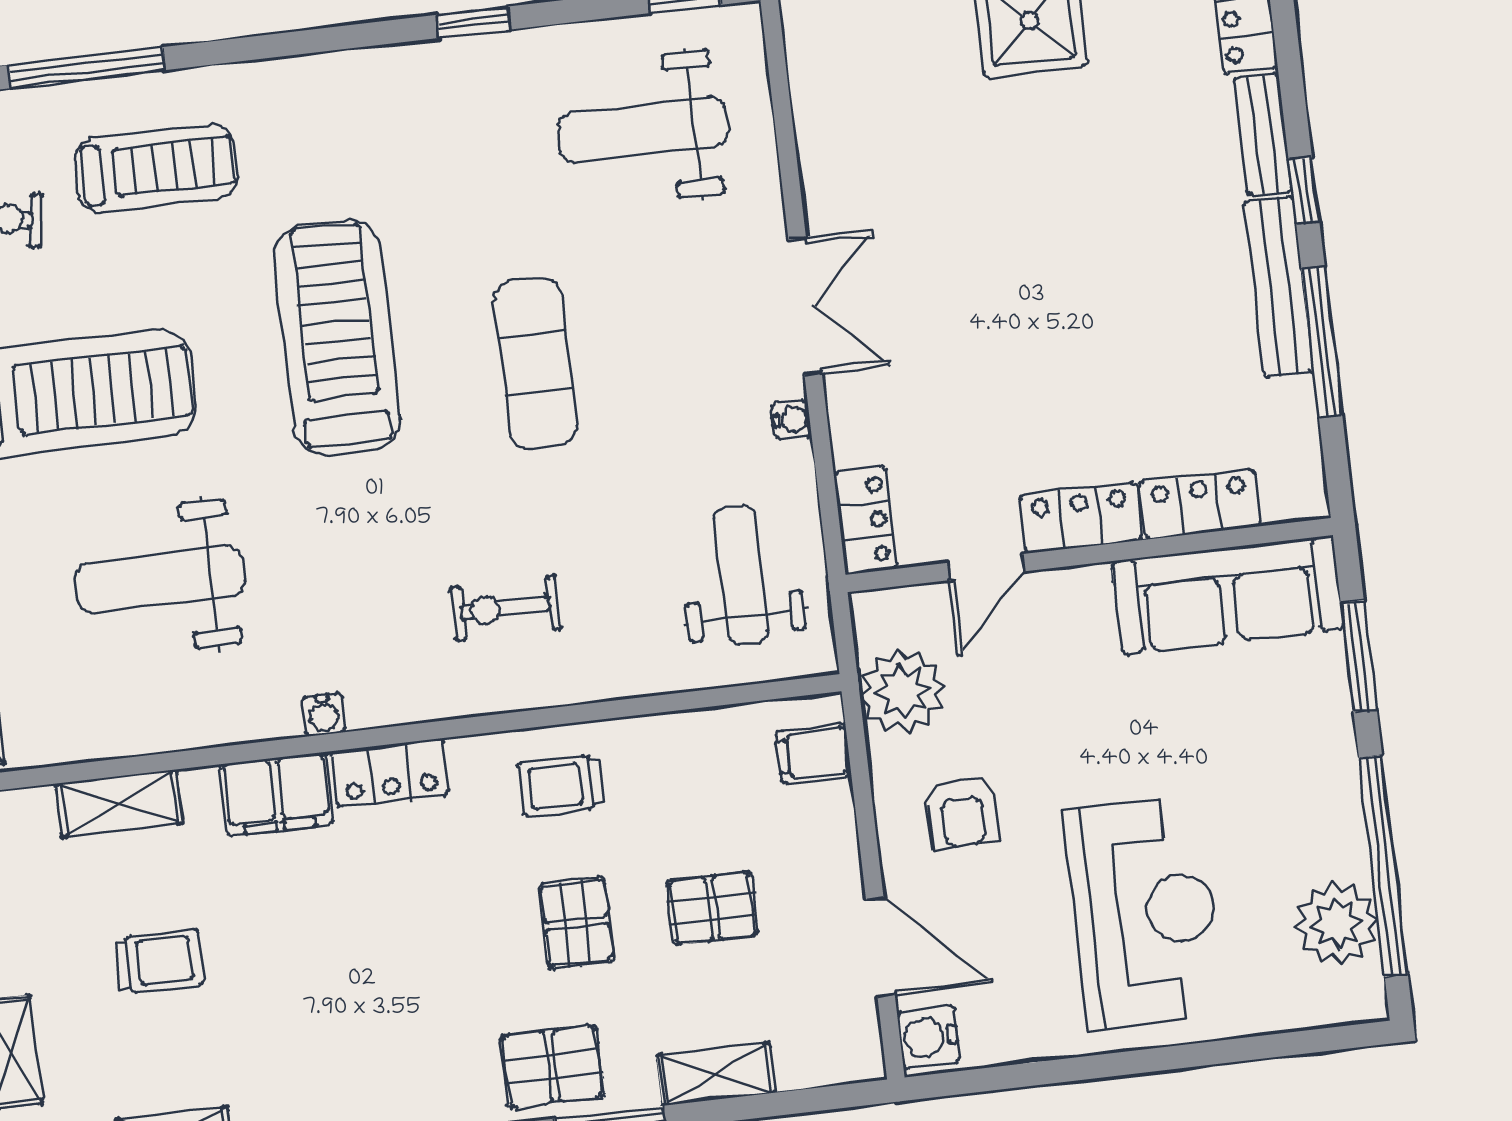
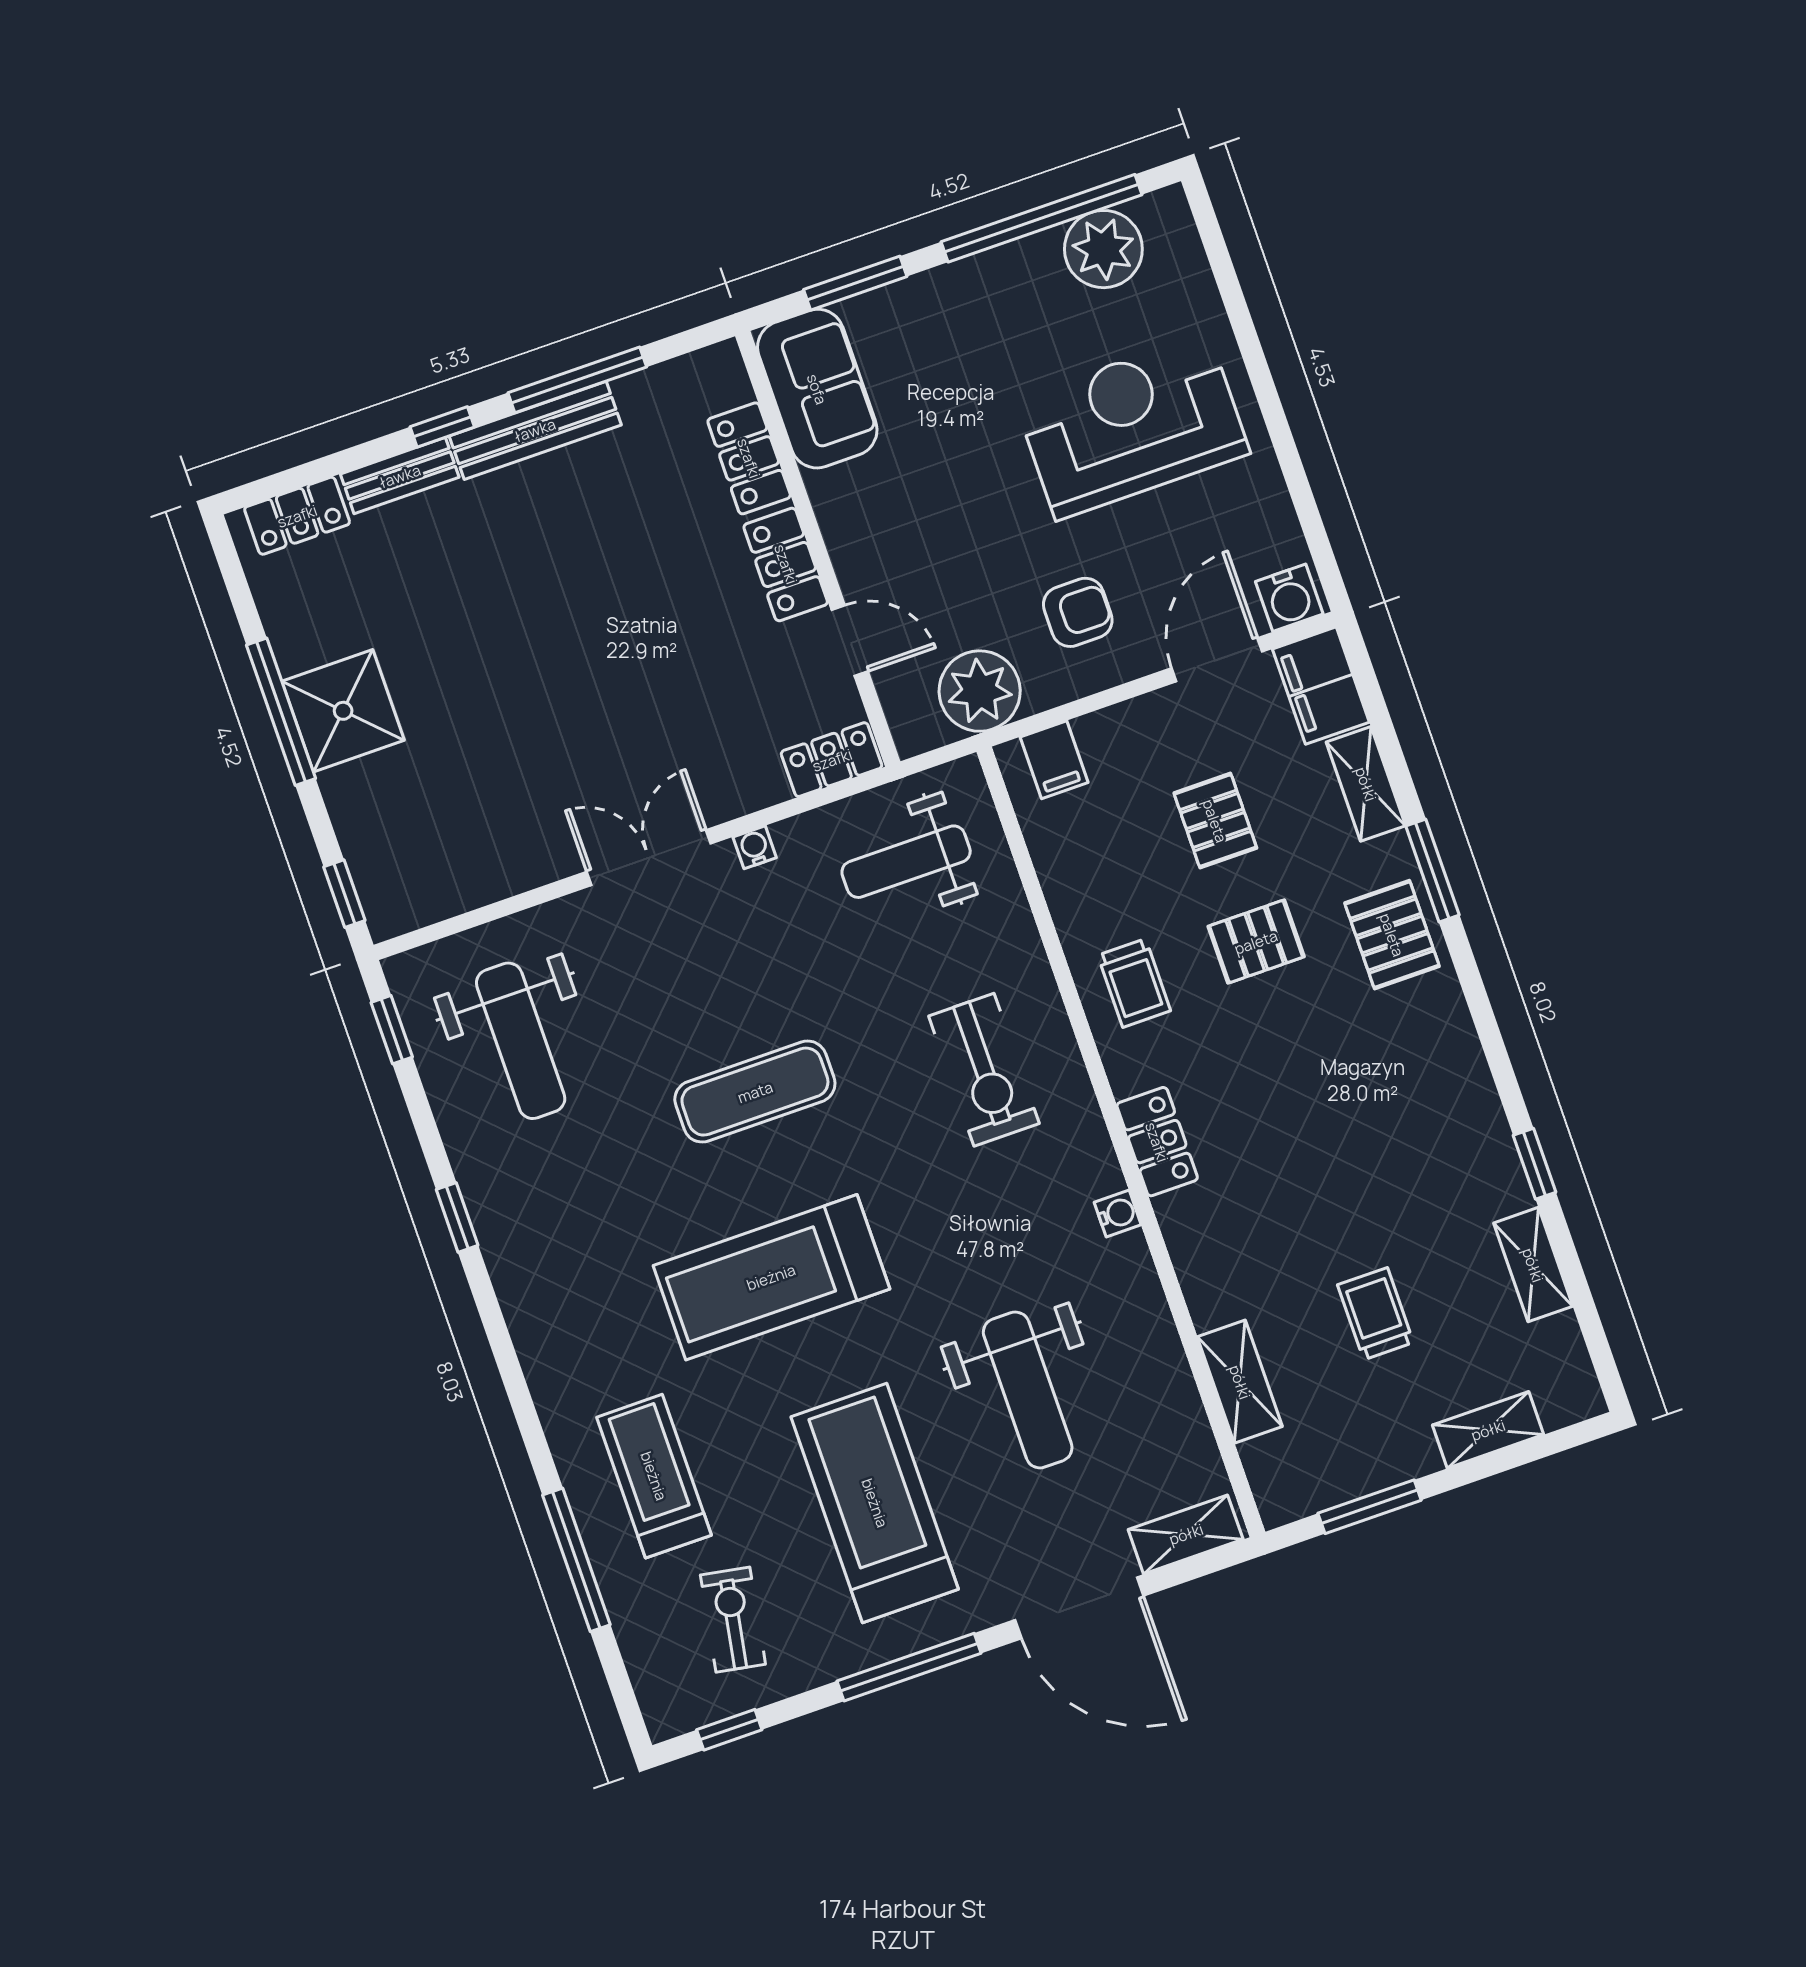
sofa: (1228, 595) -> (817, 389), width x0.73
exercise bike: (505, 608) -> (984, 1070), width x1.38, depth x1.39
filing cabinet: (277, 794) -> (1321, 686), moved, turned 180

